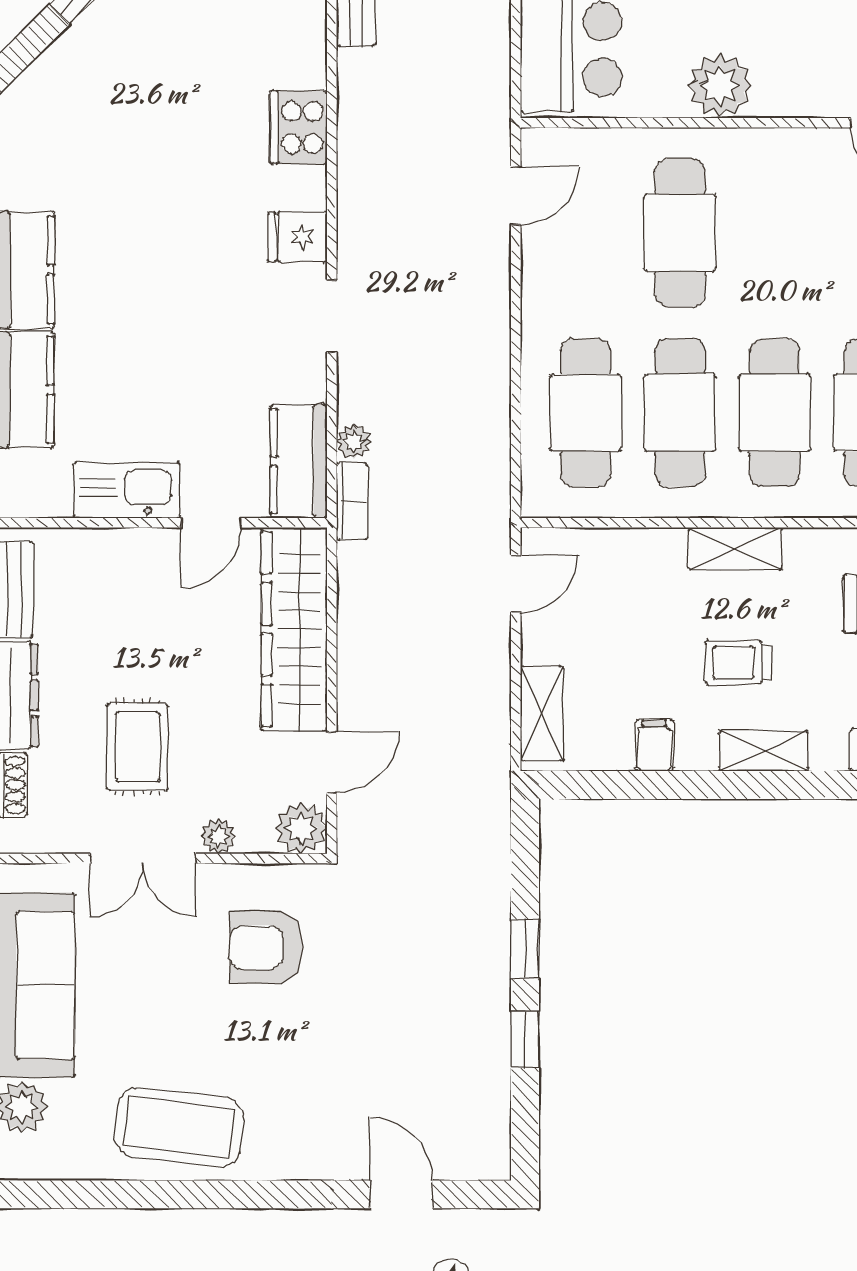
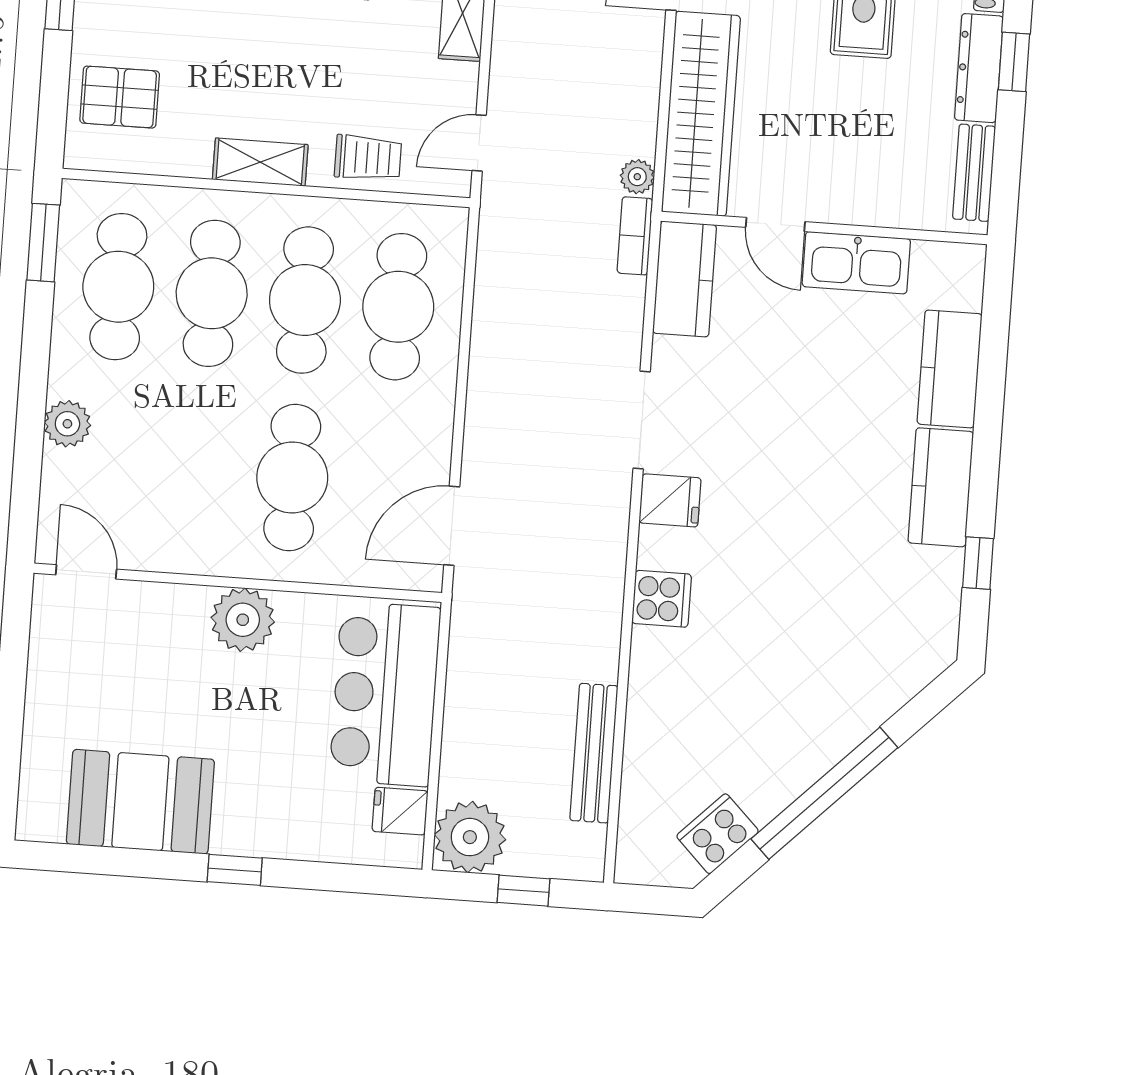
cooker: (299, 127) -> (662, 599), width x0.73
door: (516, 196) -> (452, 526), width x1.38
doorway: (332, 316) -> (642, 420), width x1.38
plant: (354, 441) -> (637, 177), moved
door: (211, 523) -> (775, 225), swing flipped
trolley: (738, 662) -> (368, 158), moved

